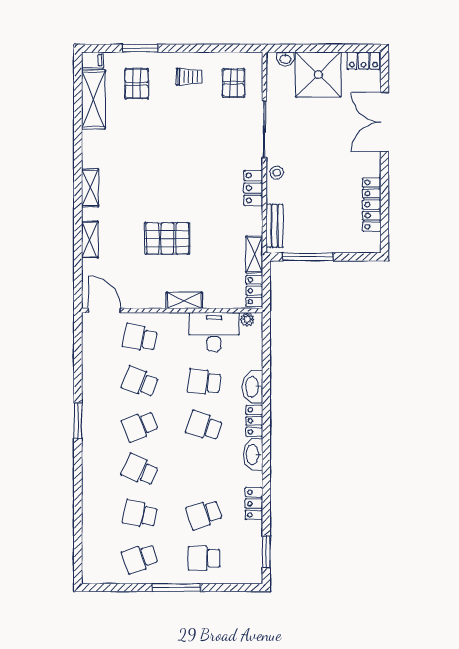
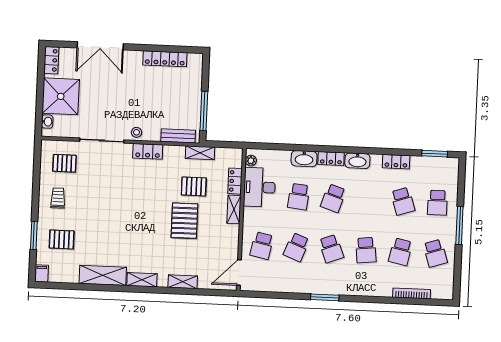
shelving: (93, 99) -> (103, 275), moved
pallet: (211, 248) -> (194, 186), added
locker: (254, 291) -> (235, 181), moved, turned 90
school desk: (140, 470) -> (366, 250), turned -30
bookcase: (88, 531) -> (412, 293), added

